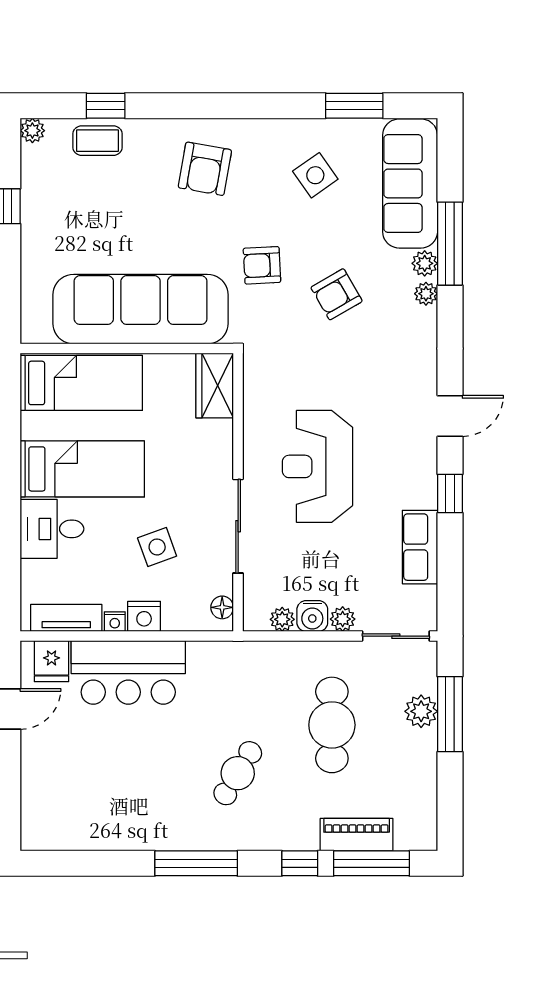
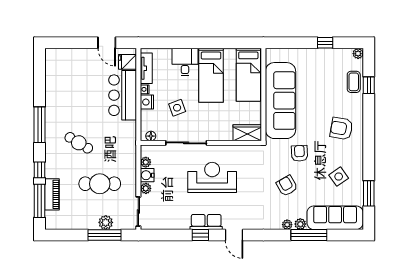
row of seats: (420, 547) -> (206, 222), moved

